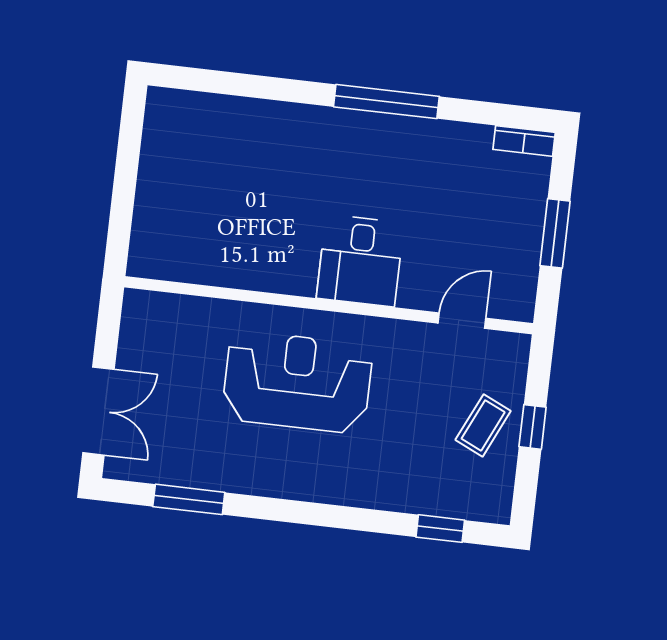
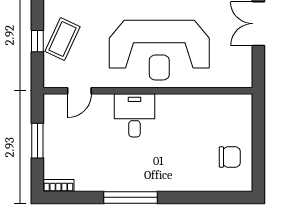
chair: (184, 158) -> (230, 157), added
reception desk: (297, 382) -> (159, 50), width x1.36, depth x1.30
coffee table: (483, 425) -> (63, 39), width x1.36, depth x1.30

